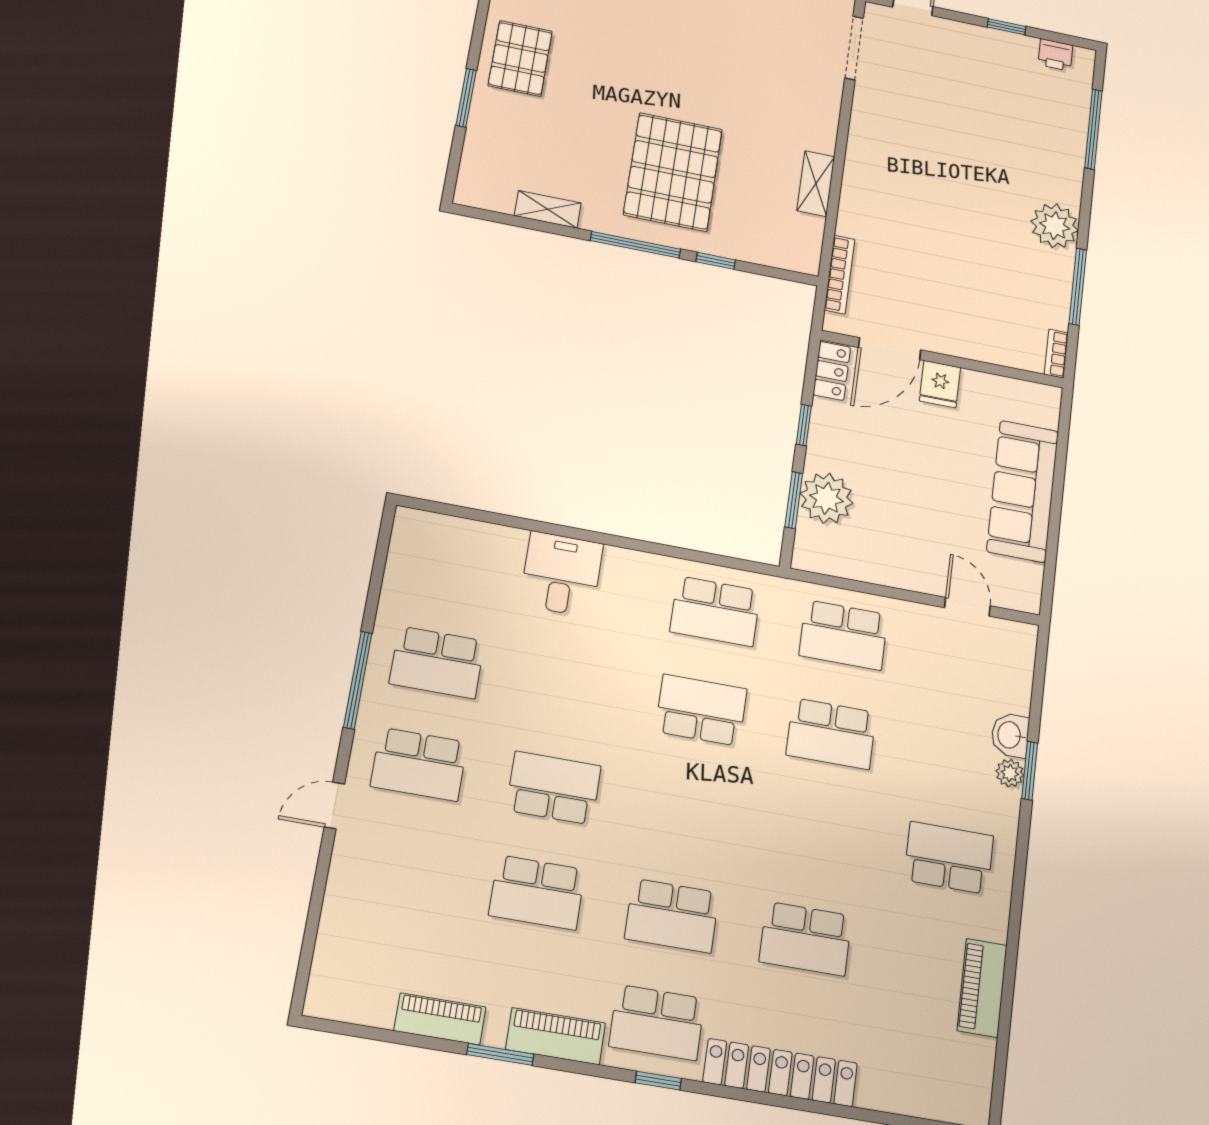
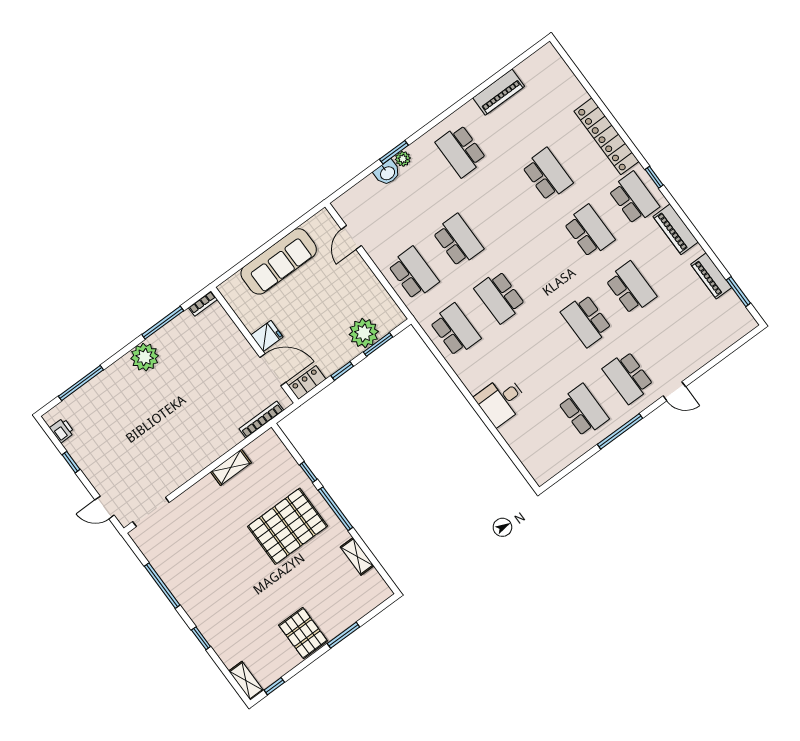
pallet: (520, 58) -> (303, 633), turned 90
school desk: (419, 764) -> (628, 377), turned 180
window: (500, 1054) -> (738, 292), moved

